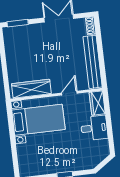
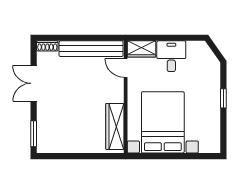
door: (69, 93) -> (126, 68), moved
bed with nightstands: (38, 120) -> (163, 122), width x1.36

